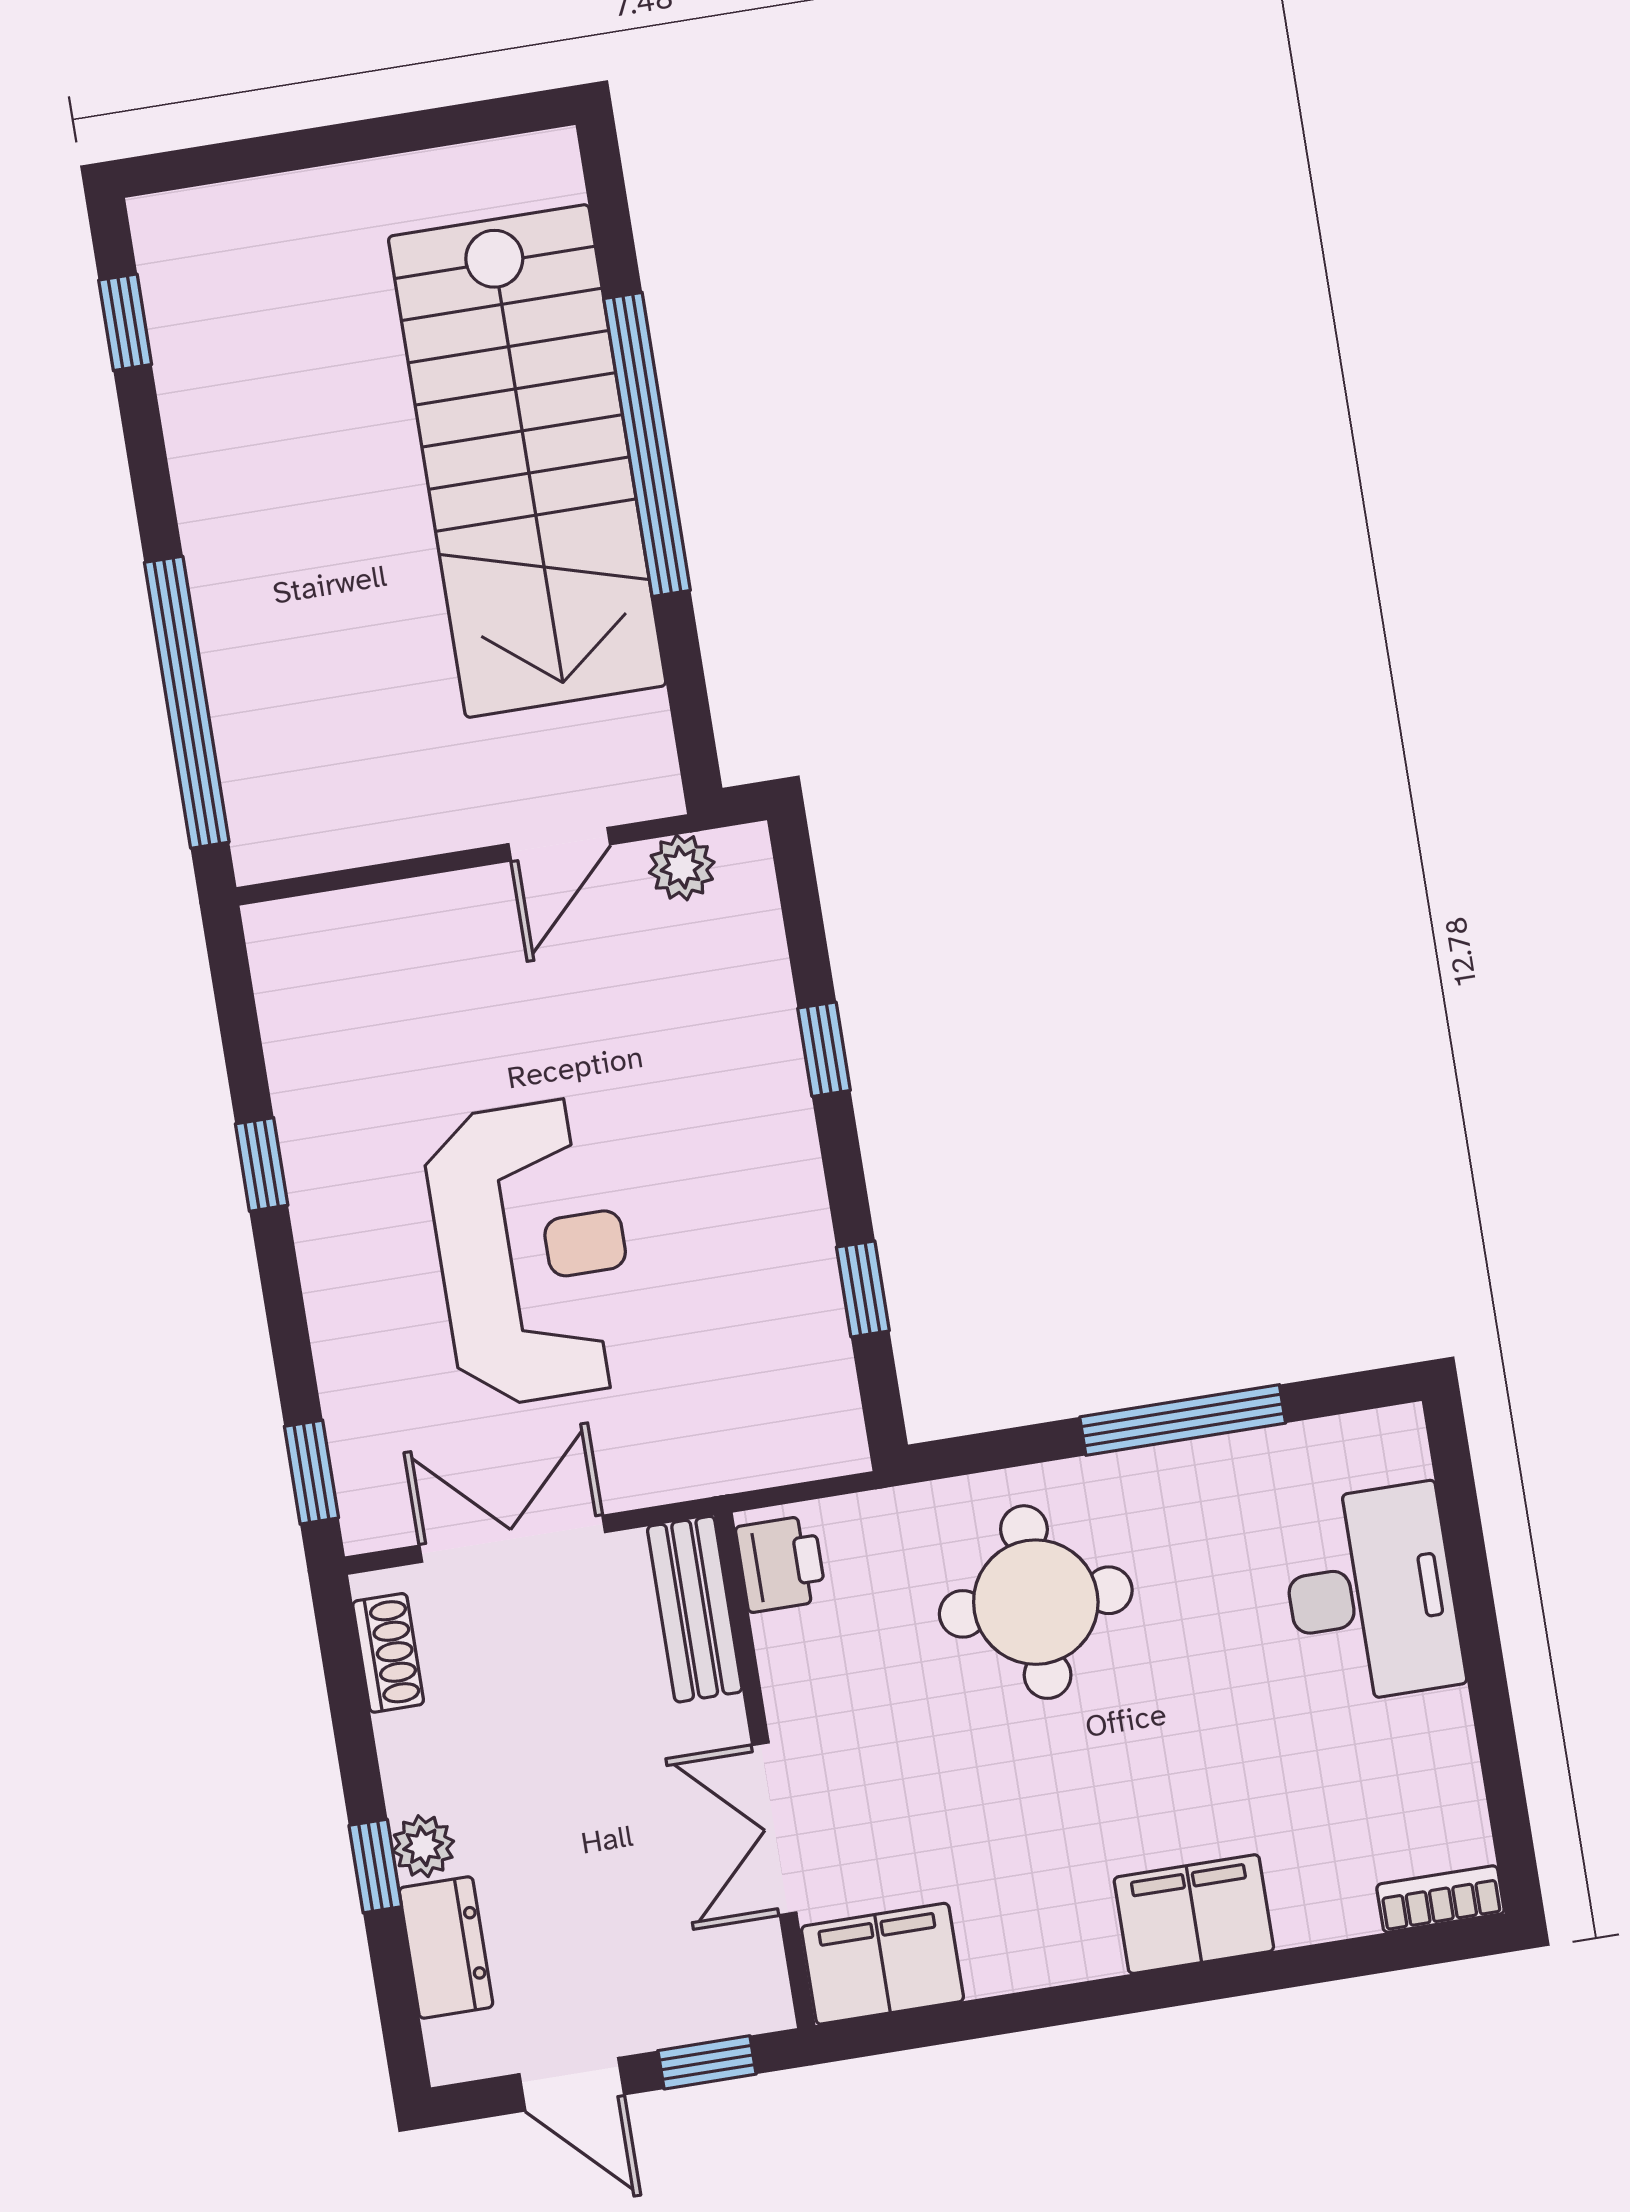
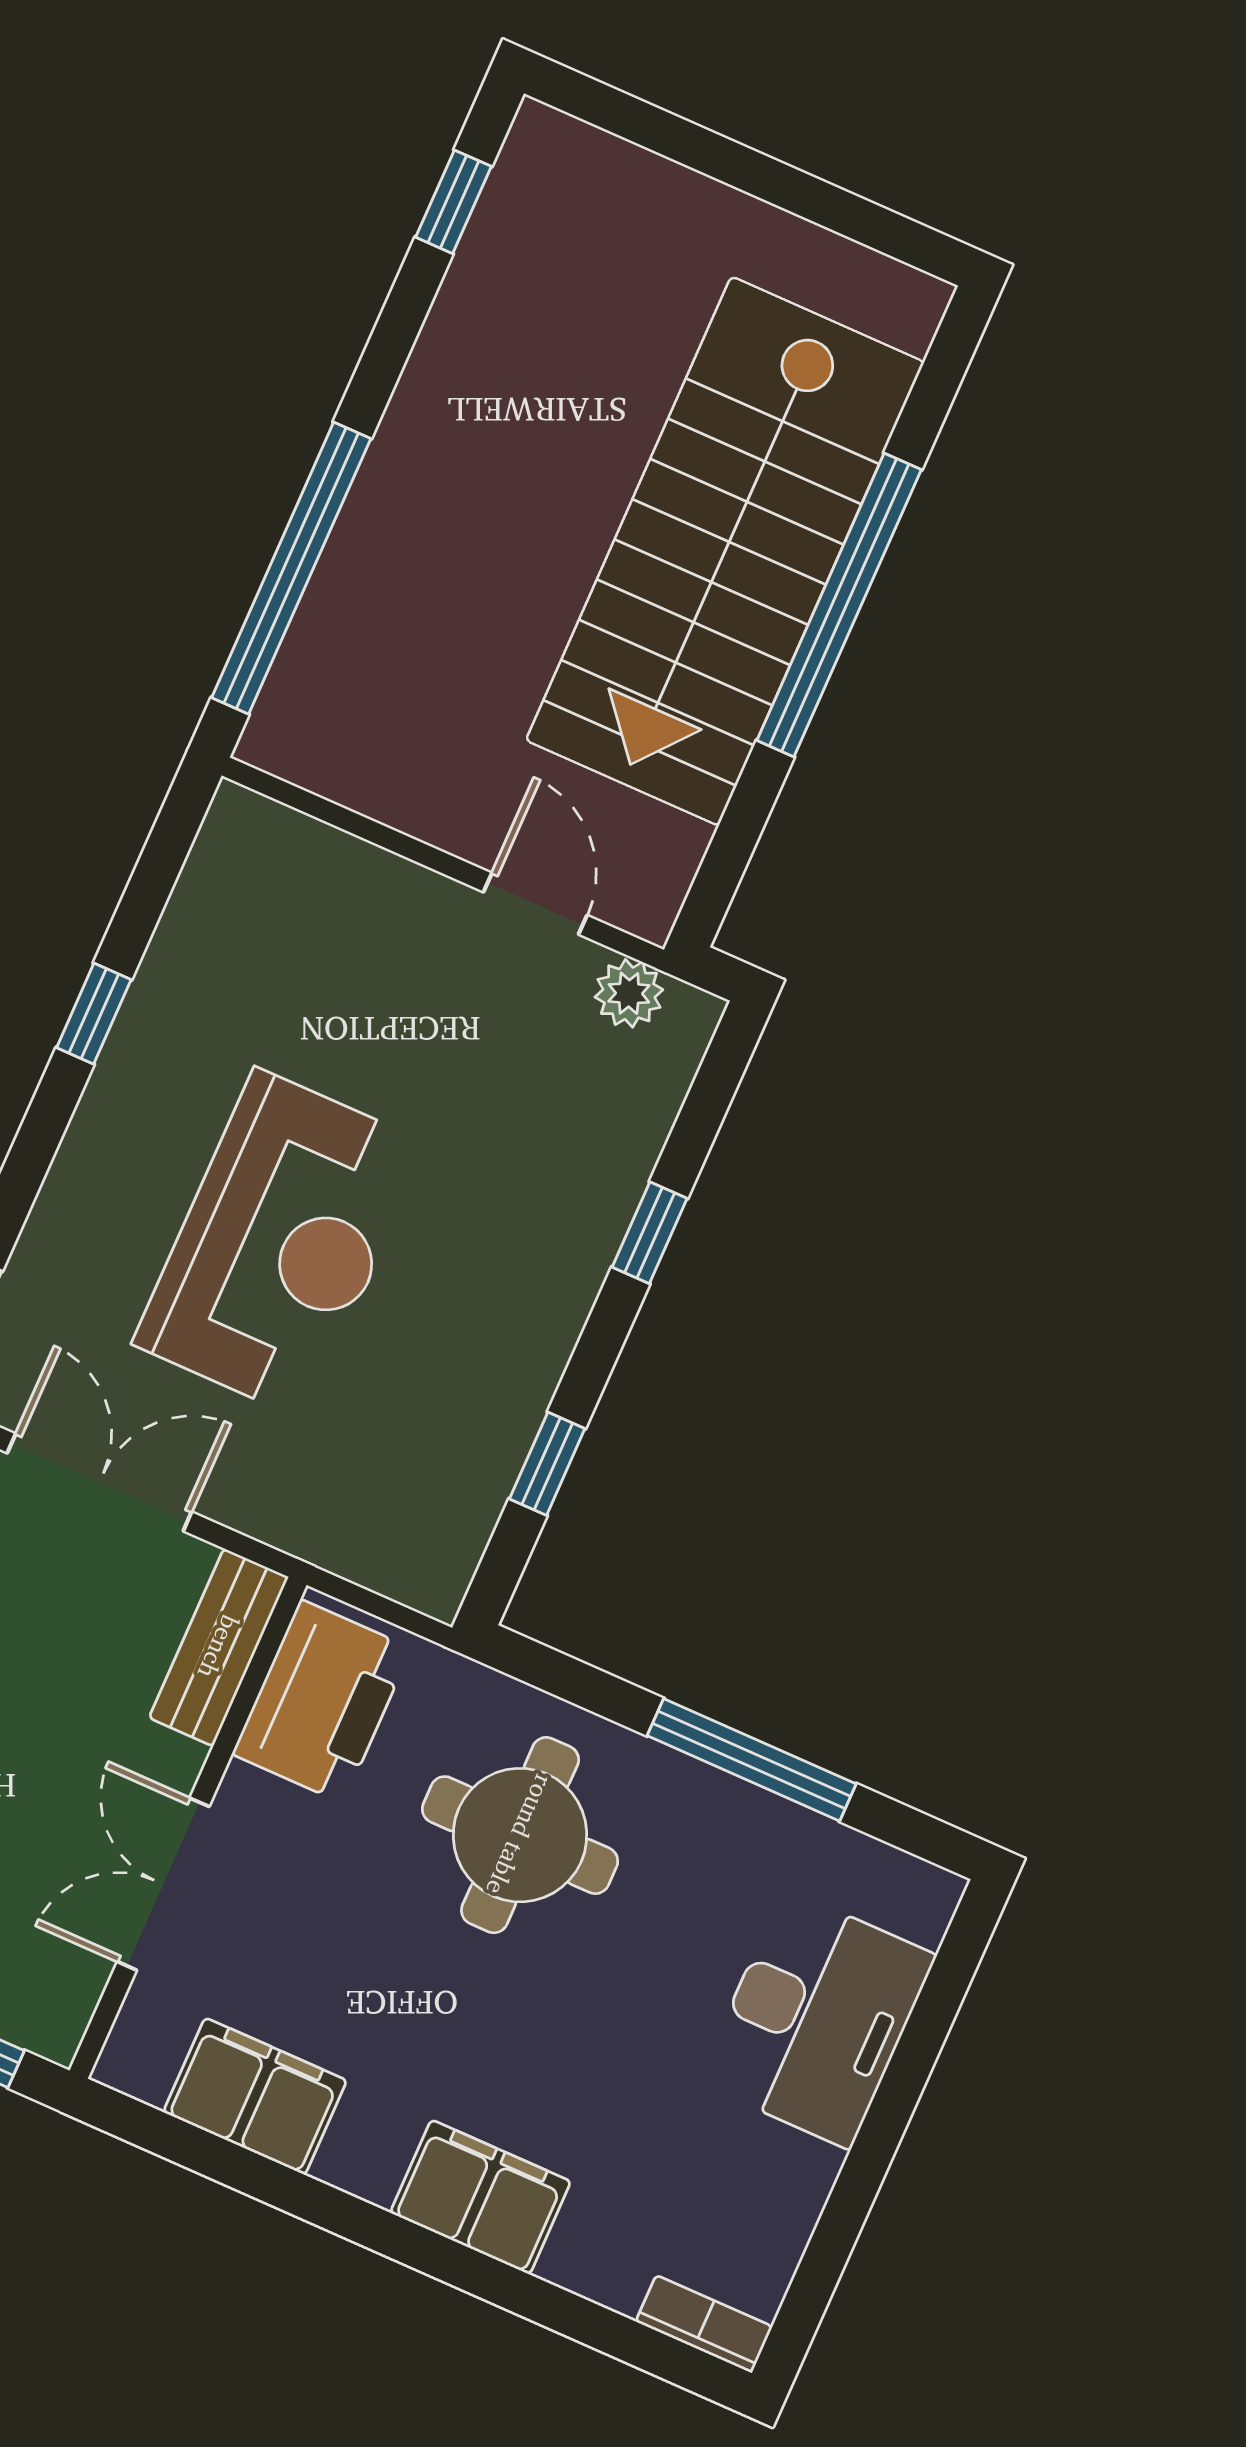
door: (559, 844) -> (535, 904), swing flipped
printer: (781, 1564) -> (322, 1701), width x1.87, depth x1.48
filing cabinet: (882, 1964) -> (255, 2096), moved

